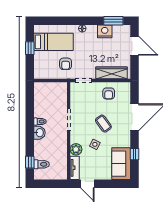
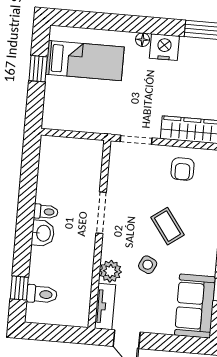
nightstand: (105, 31) -> (164, 47), moved
armchair: (66, 64) -> (105, 105), removed

